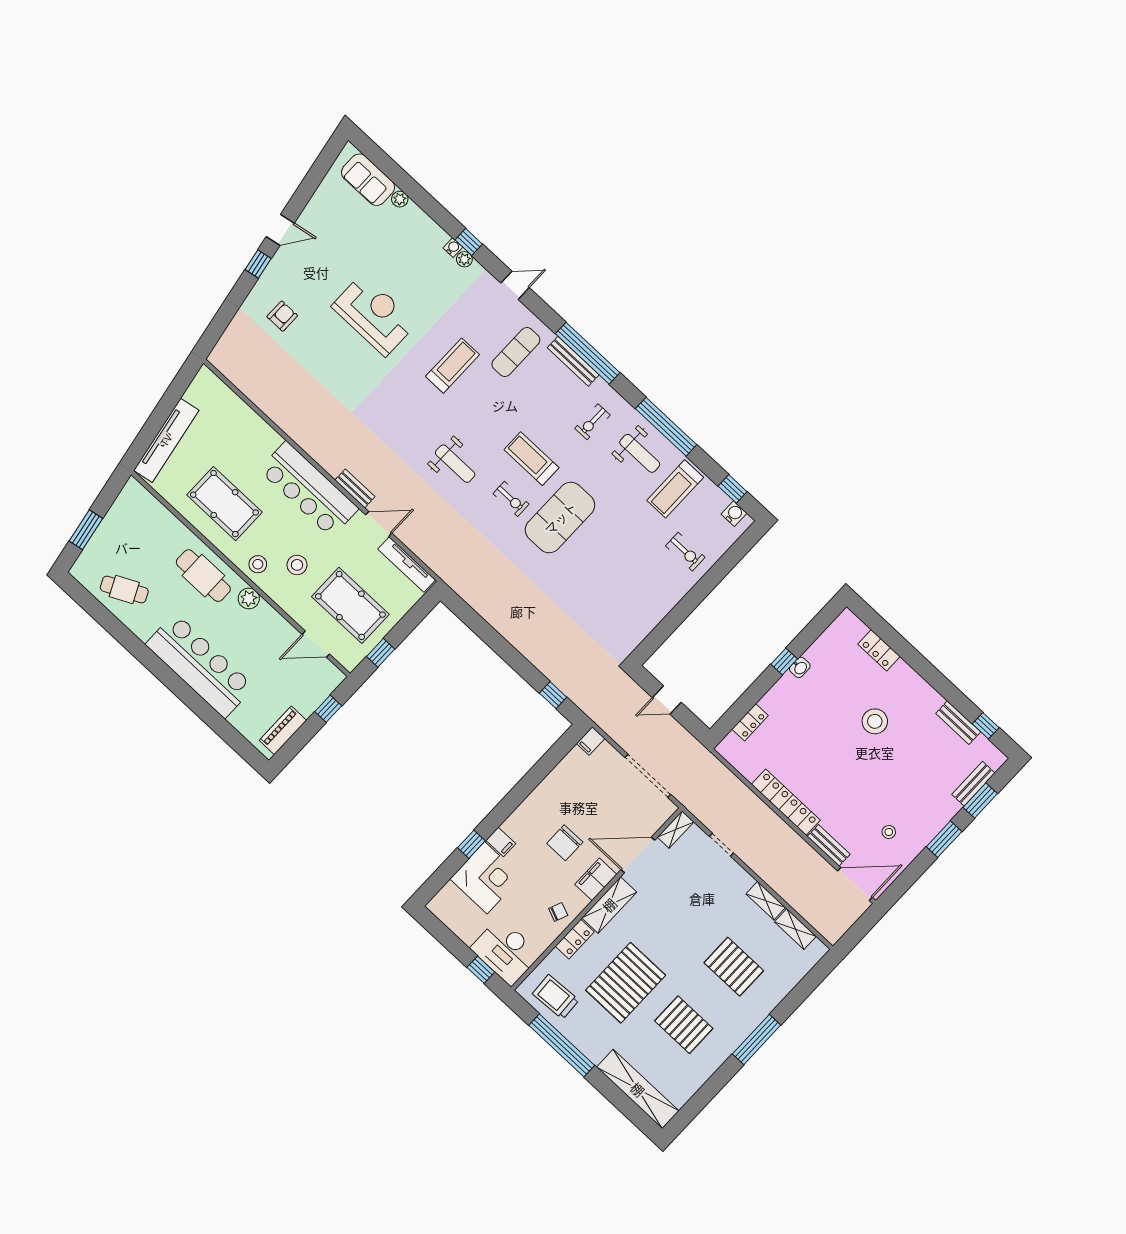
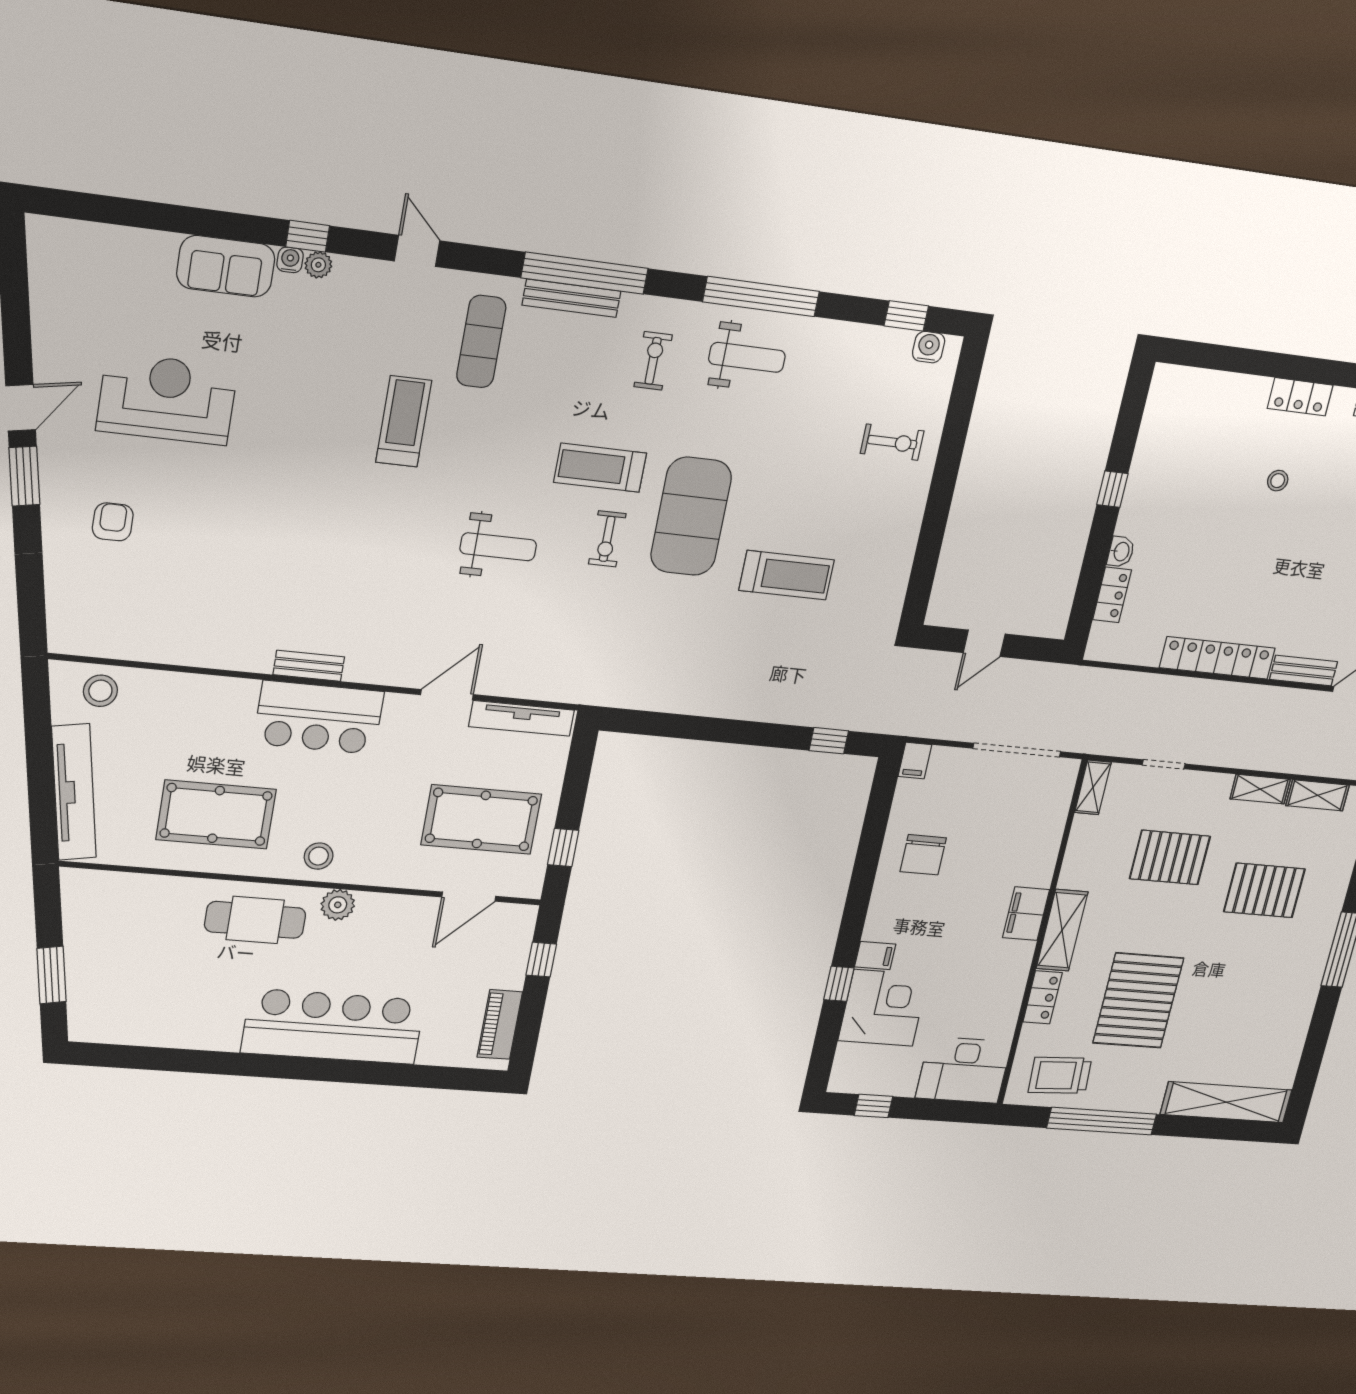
sofa: (368, 180) -> (226, 266), moved
plant: (400, 199) -> (163, 245), removed
window: (258, 264) -> (24, 476), width x1.50
door: (515, 285) -> (417, 251), hinge flipped
reception desk: (374, 315) -> (167, 399), moved
exercise bike: (593, 422) -> (653, 361), turned 180
bench: (355, 488) -> (309, 666), moved
bar counter: (309, 489) -> (319, 718), width x0.73
treadmill: (675, 489) -> (787, 575), moved, turned -90
exercise bike: (511, 499) -> (607, 539), turned 90
stool: (297, 565) -> (100, 691), moved
cafe table: (124, 590) -> (161, 1009), removed
locker: (879, 650) -> (1300, 397), moved
washbasin: (800, 667) -> (1121, 552), moved
stool: (875, 721) -> (1278, 481), width x0.53, depth x0.53
chair: (565, 843) -> (923, 855), moved
door: (638, 855) -> (1063, 849), removed
chair: (558, 912) -> (1002, 982), removed
window: (481, 970) -> (873, 1106), moved
pallet: (684, 1025) -> (1170, 857), moved

